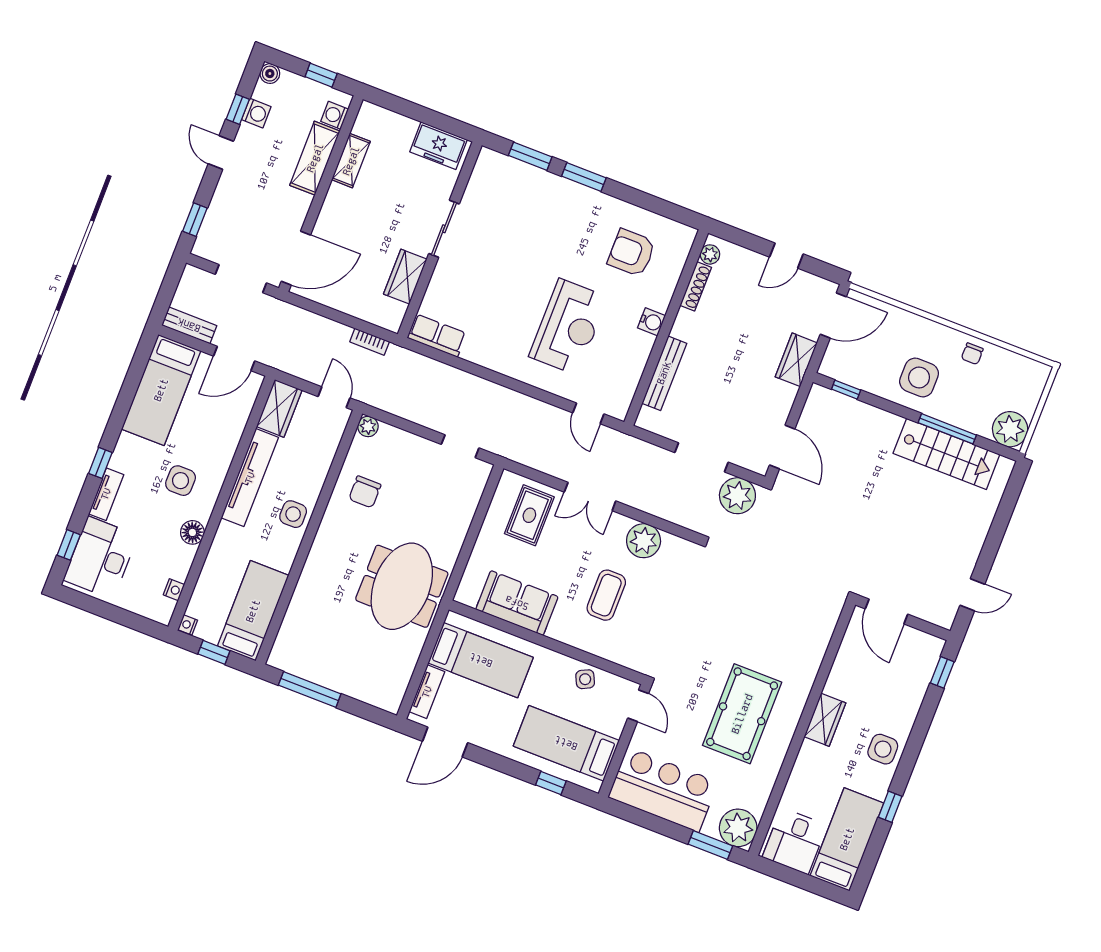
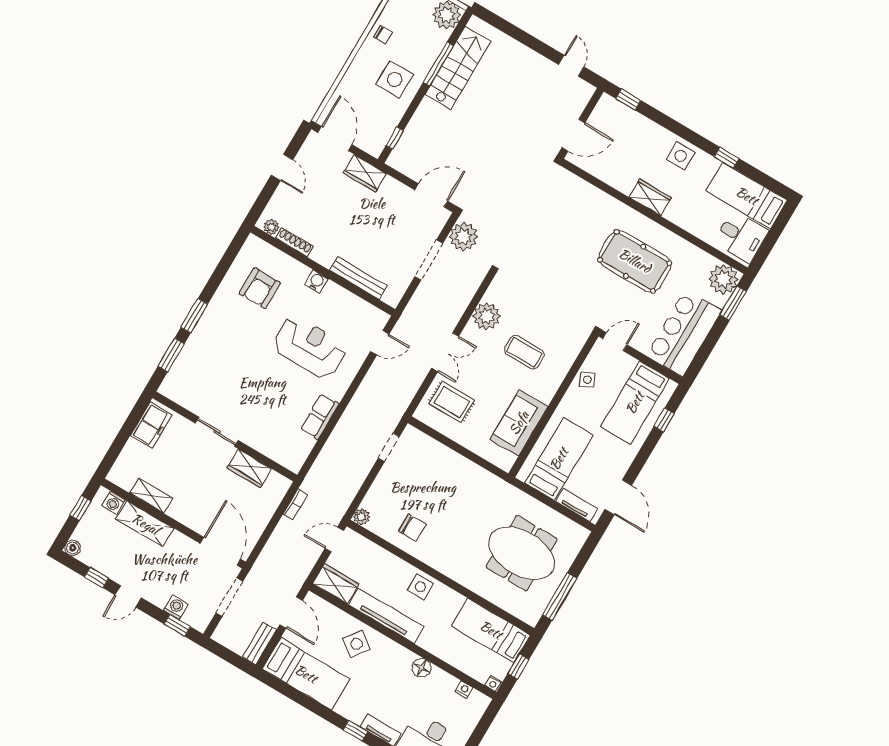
washing machine: (256, 113) -> (176, 607), moved
row of seats: (437, 336) -> (320, 417), moved
side table: (181, 481) -> (357, 644), moved, turned 36
meeting table: (402, 586) -> (522, 553), moved

